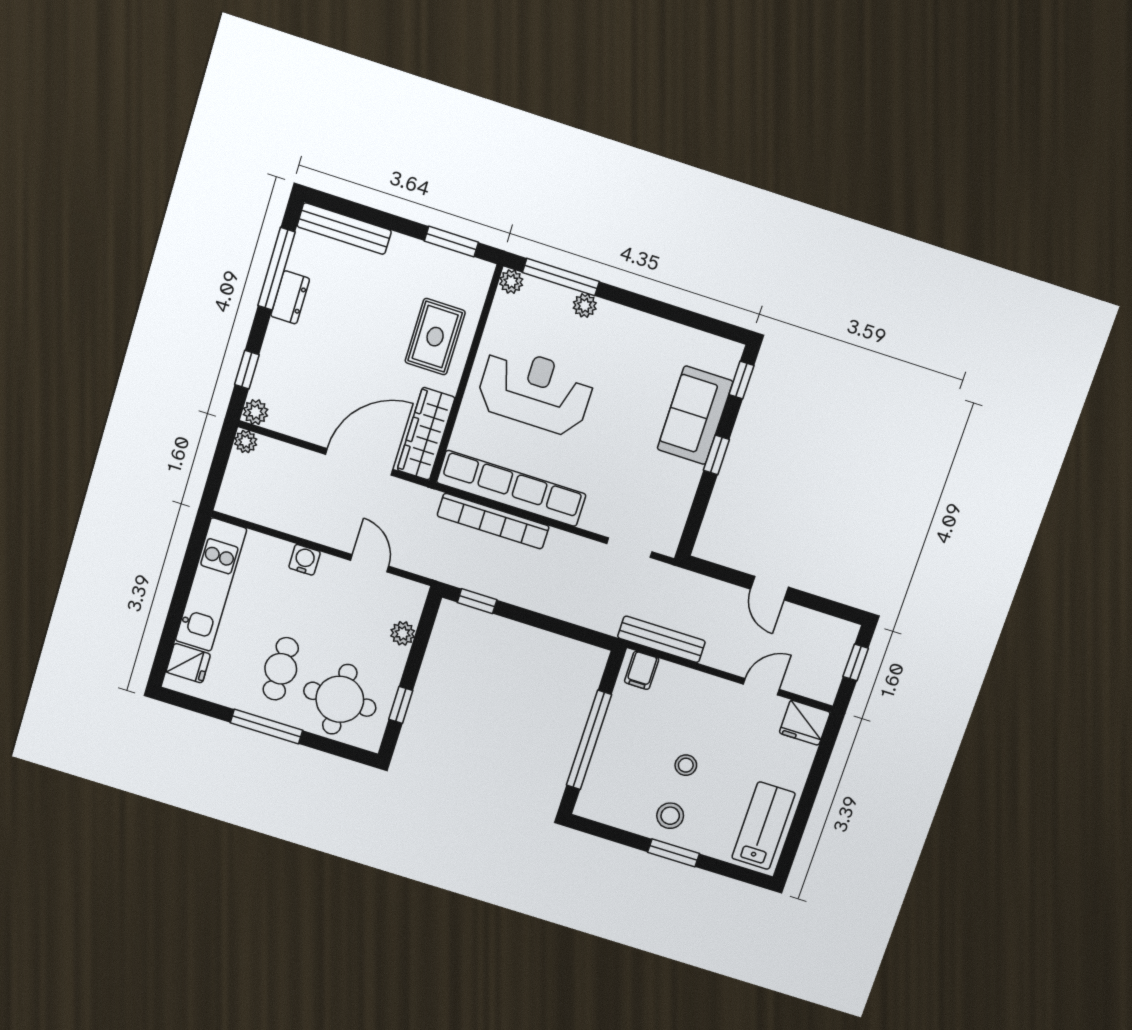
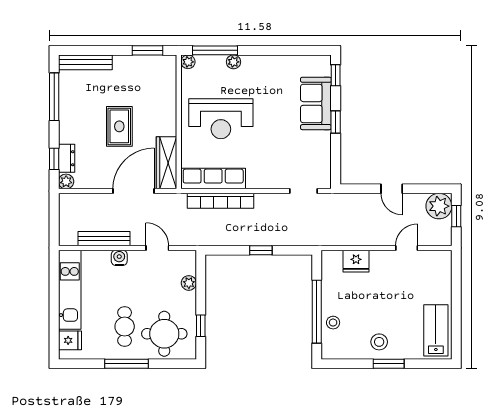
dresser: (290, 297) -> (67, 158), moved
rug: (435, 337) -> (119, 126), moved
reception desk: (535, 391) -> (221, 119), turned 180
plant: (246, 442) -> (439, 206), moved, width x1.88, depth x1.88
row of seats: (511, 488) -> (213, 179), width x0.73
window: (477, 601) -> (261, 250), moved
bench: (661, 639) -> (104, 239), moved
filing cabinet: (642, 670) -> (334, 260), removed
fridge: (805, 723) -> (356, 261), moved
stool: (686, 765) -> (333, 323), moved

